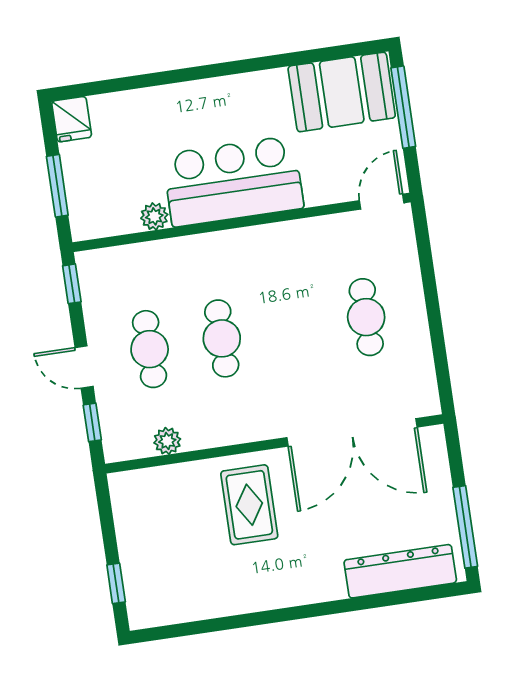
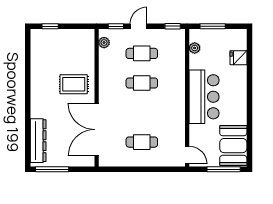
fridge: (72, 119) -> (238, 58), moved
plant: (154, 216) -> (195, 48), moved
plant: (167, 441) -> (104, 43), moved

